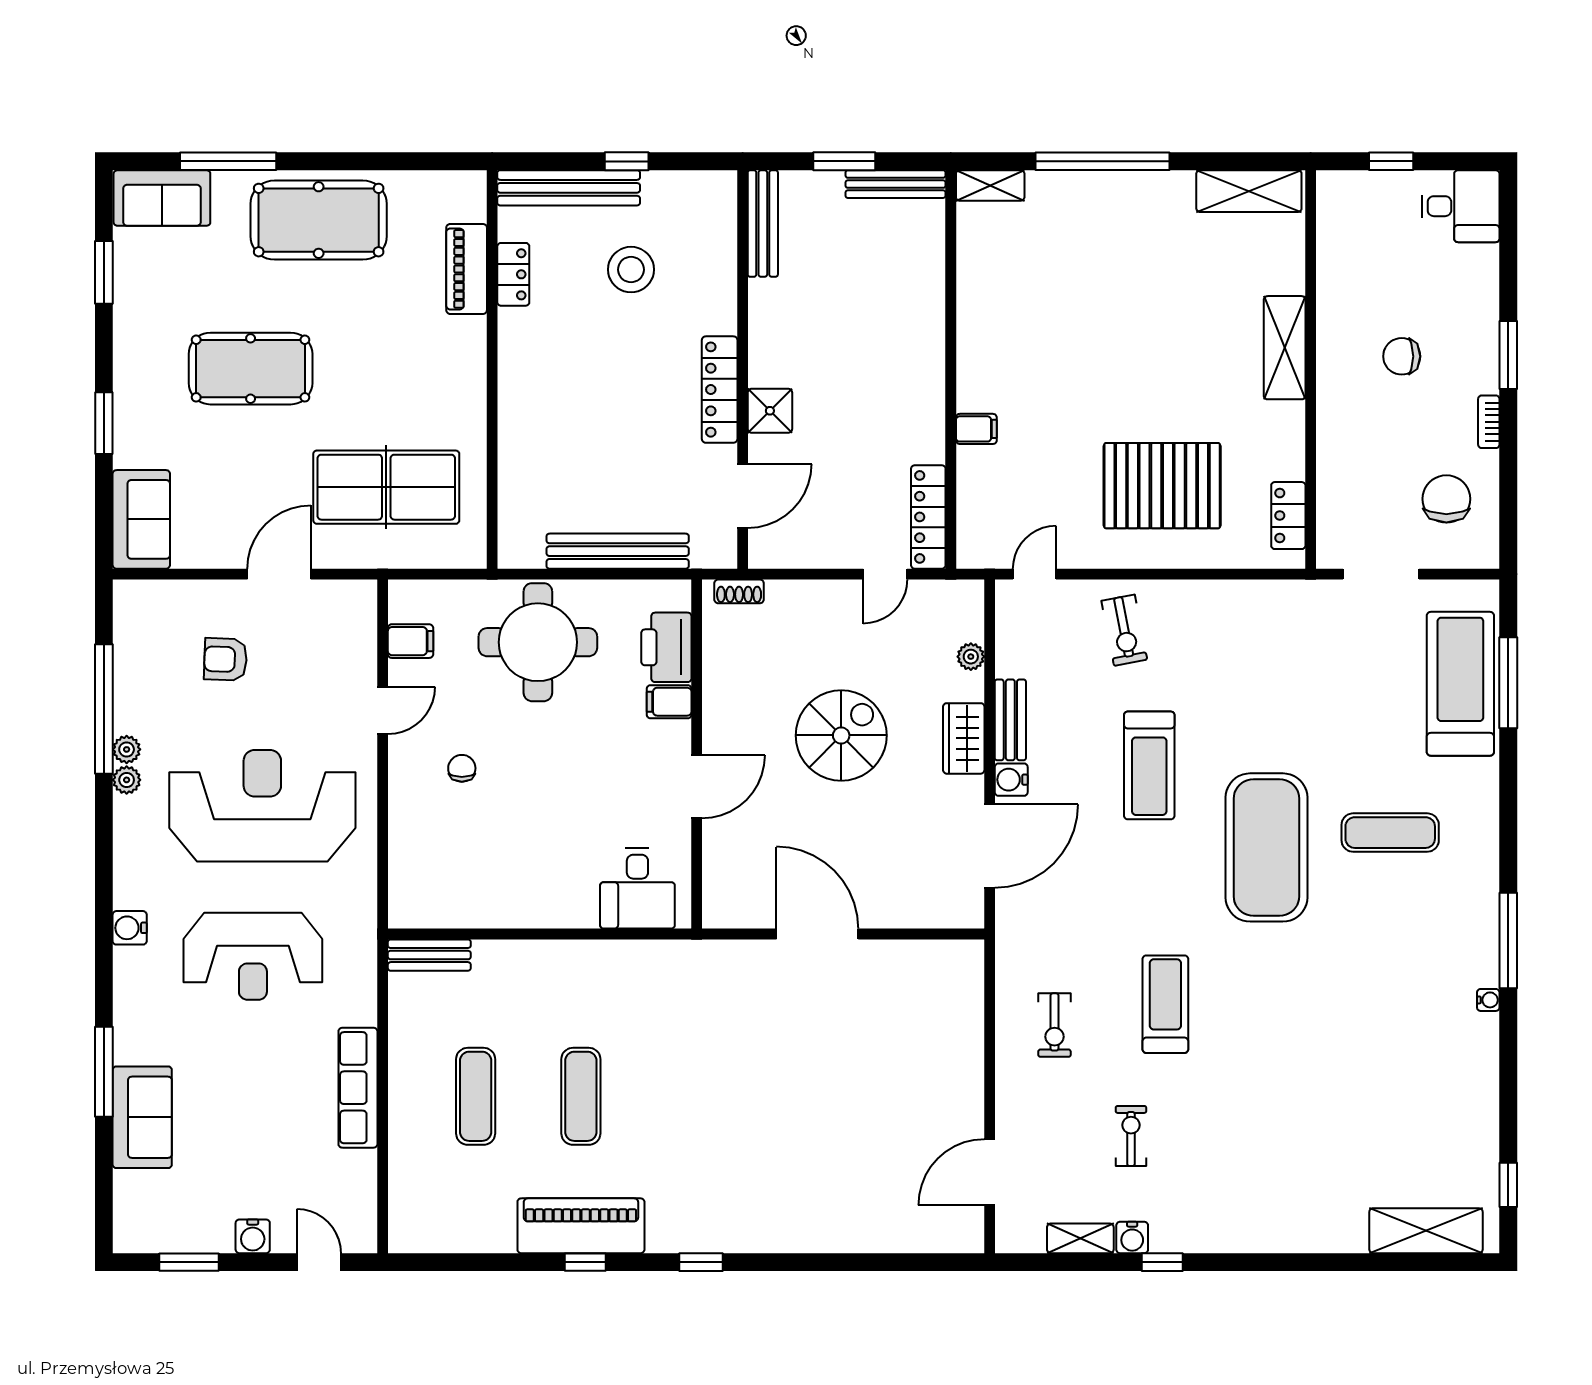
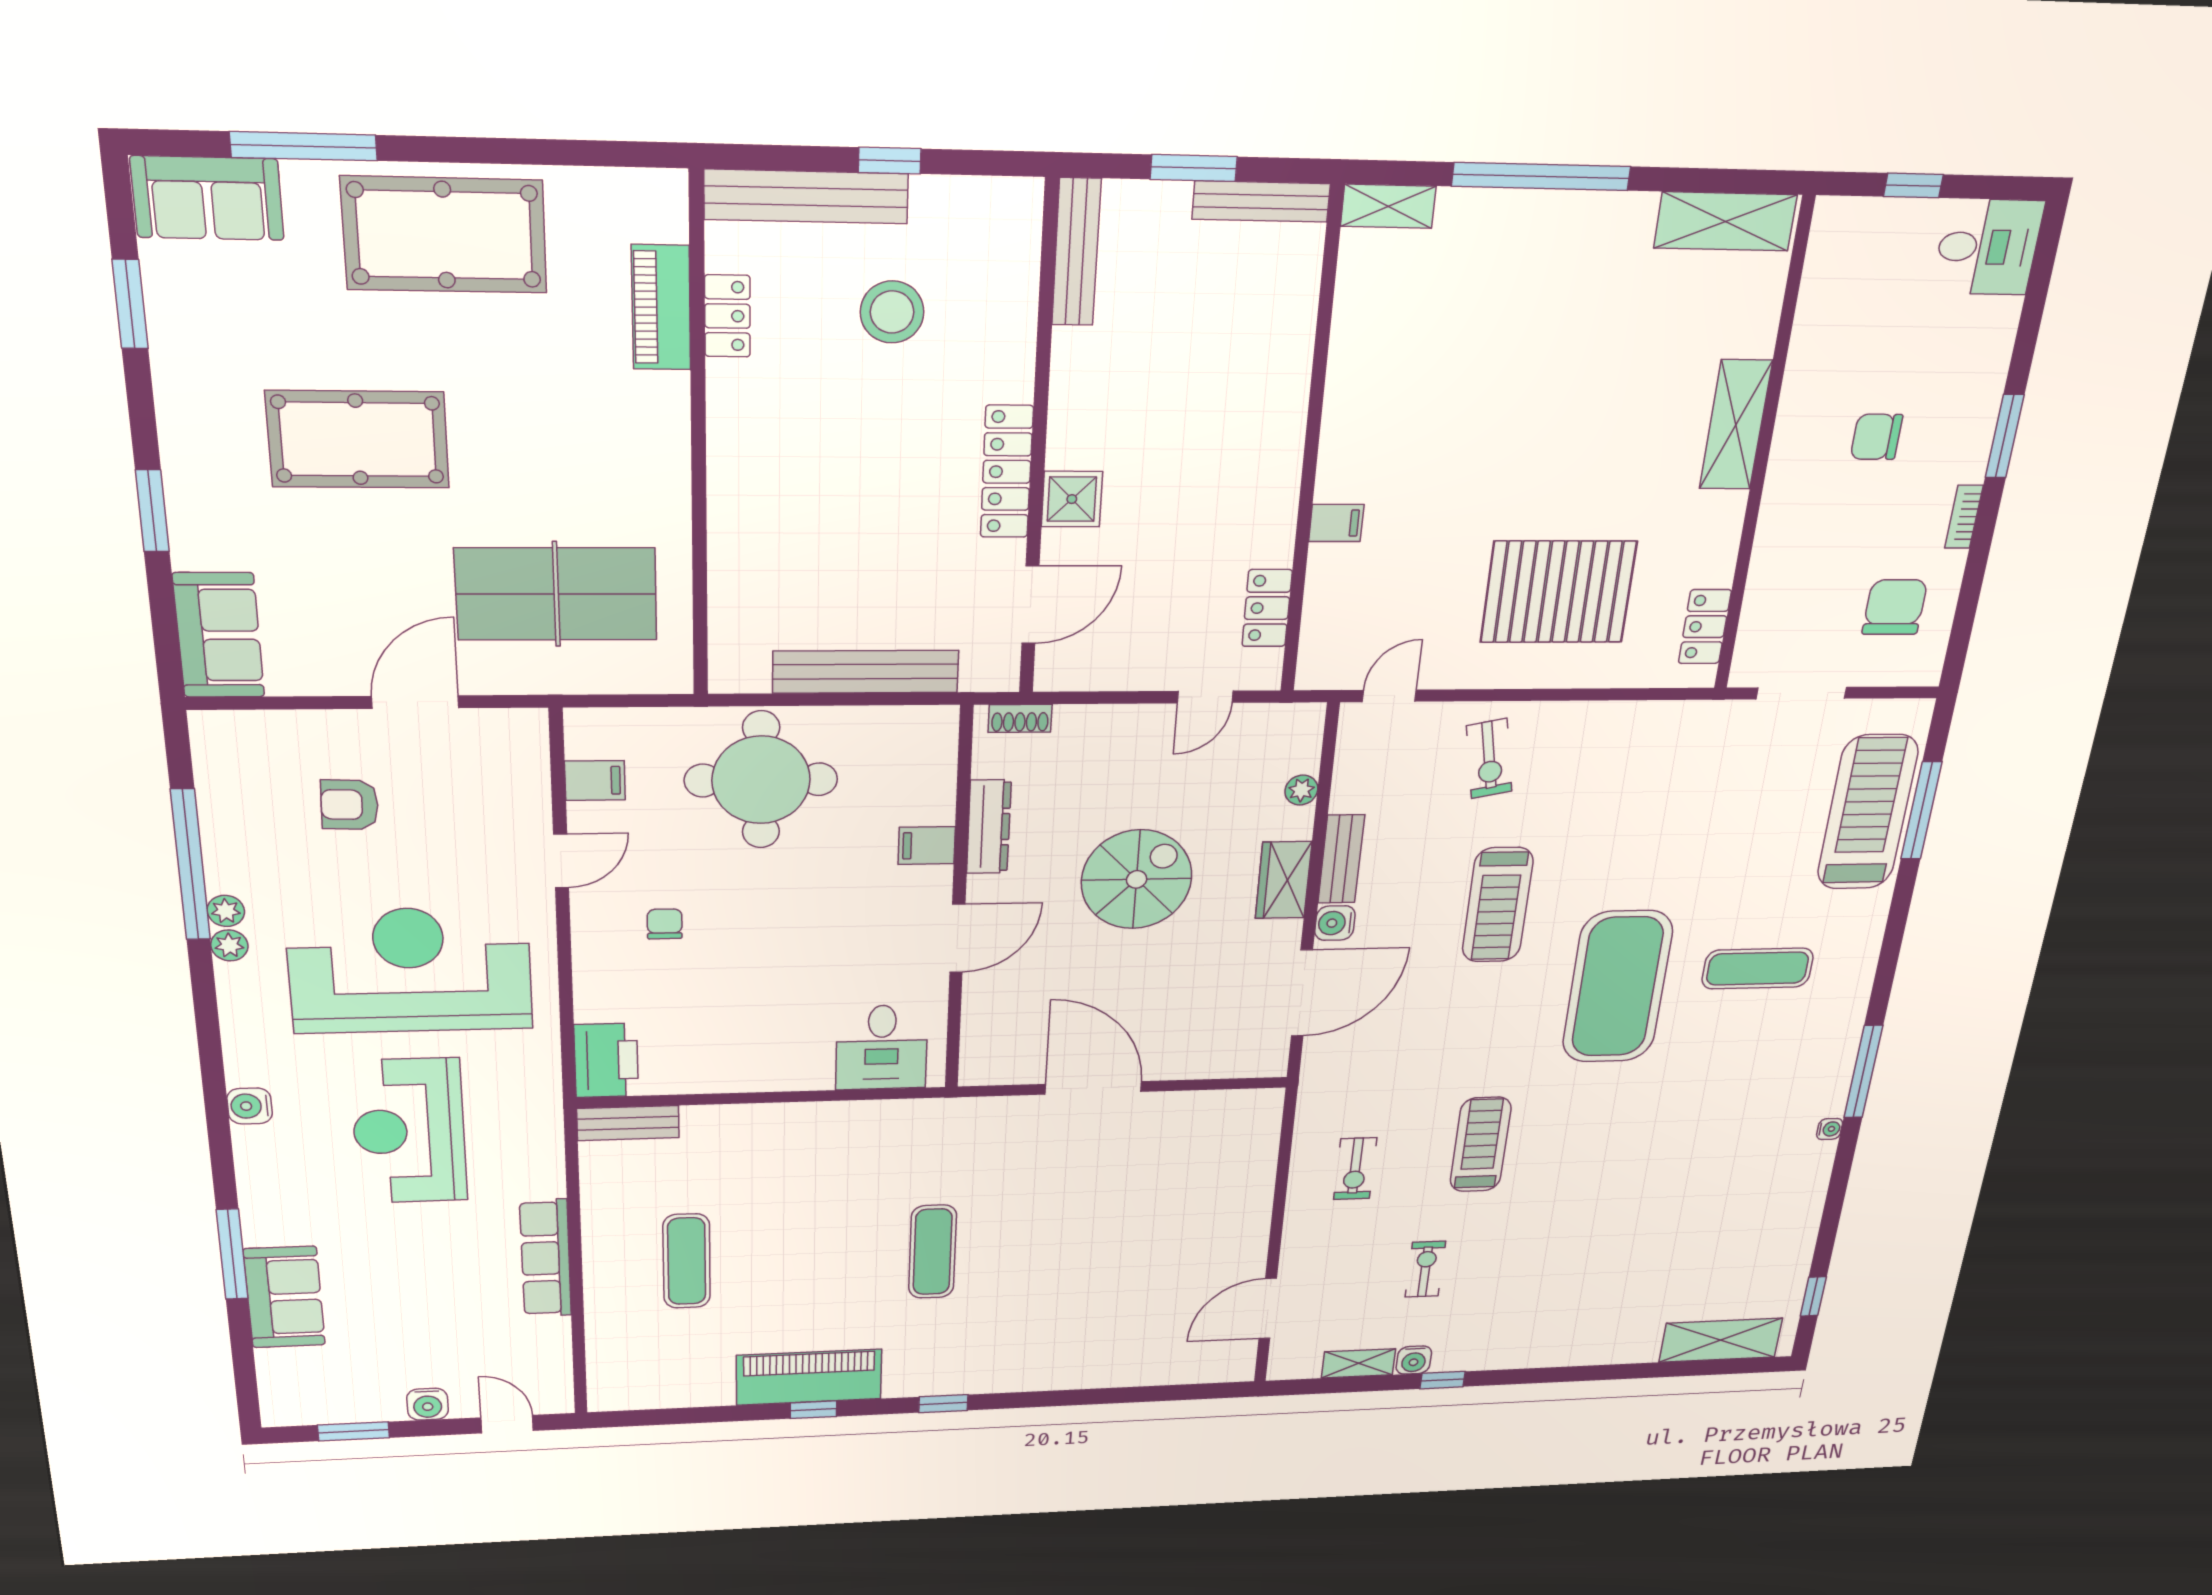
locker: (928, 517) -> (1267, 608), width x0.66
printer: (666, 647) -> (606, 1060), moved, turned 180
dresser: (718, 686) -> (989, 827), added
reception desk: (253, 956) -> (409, 1131), turned 90
exercise mat: (581, 1096) -> (933, 1252), moved

